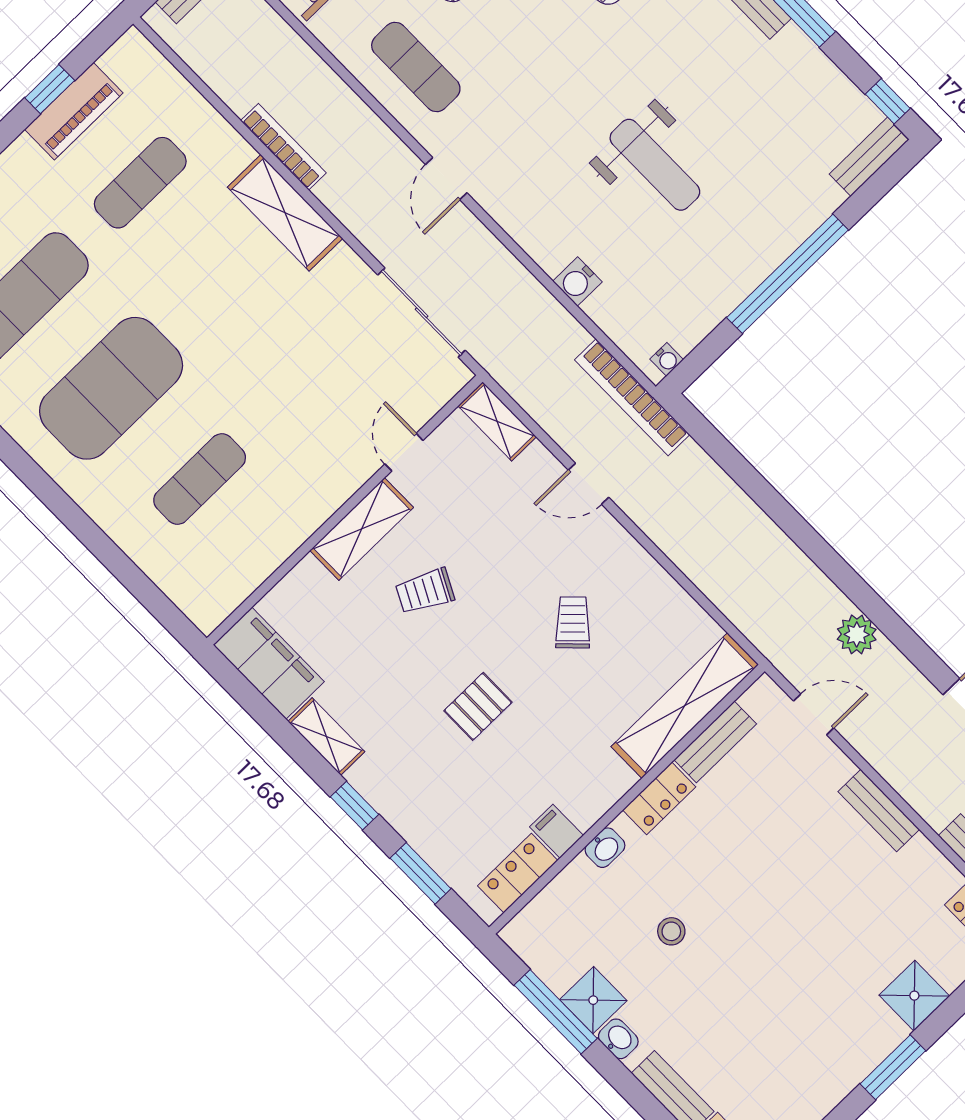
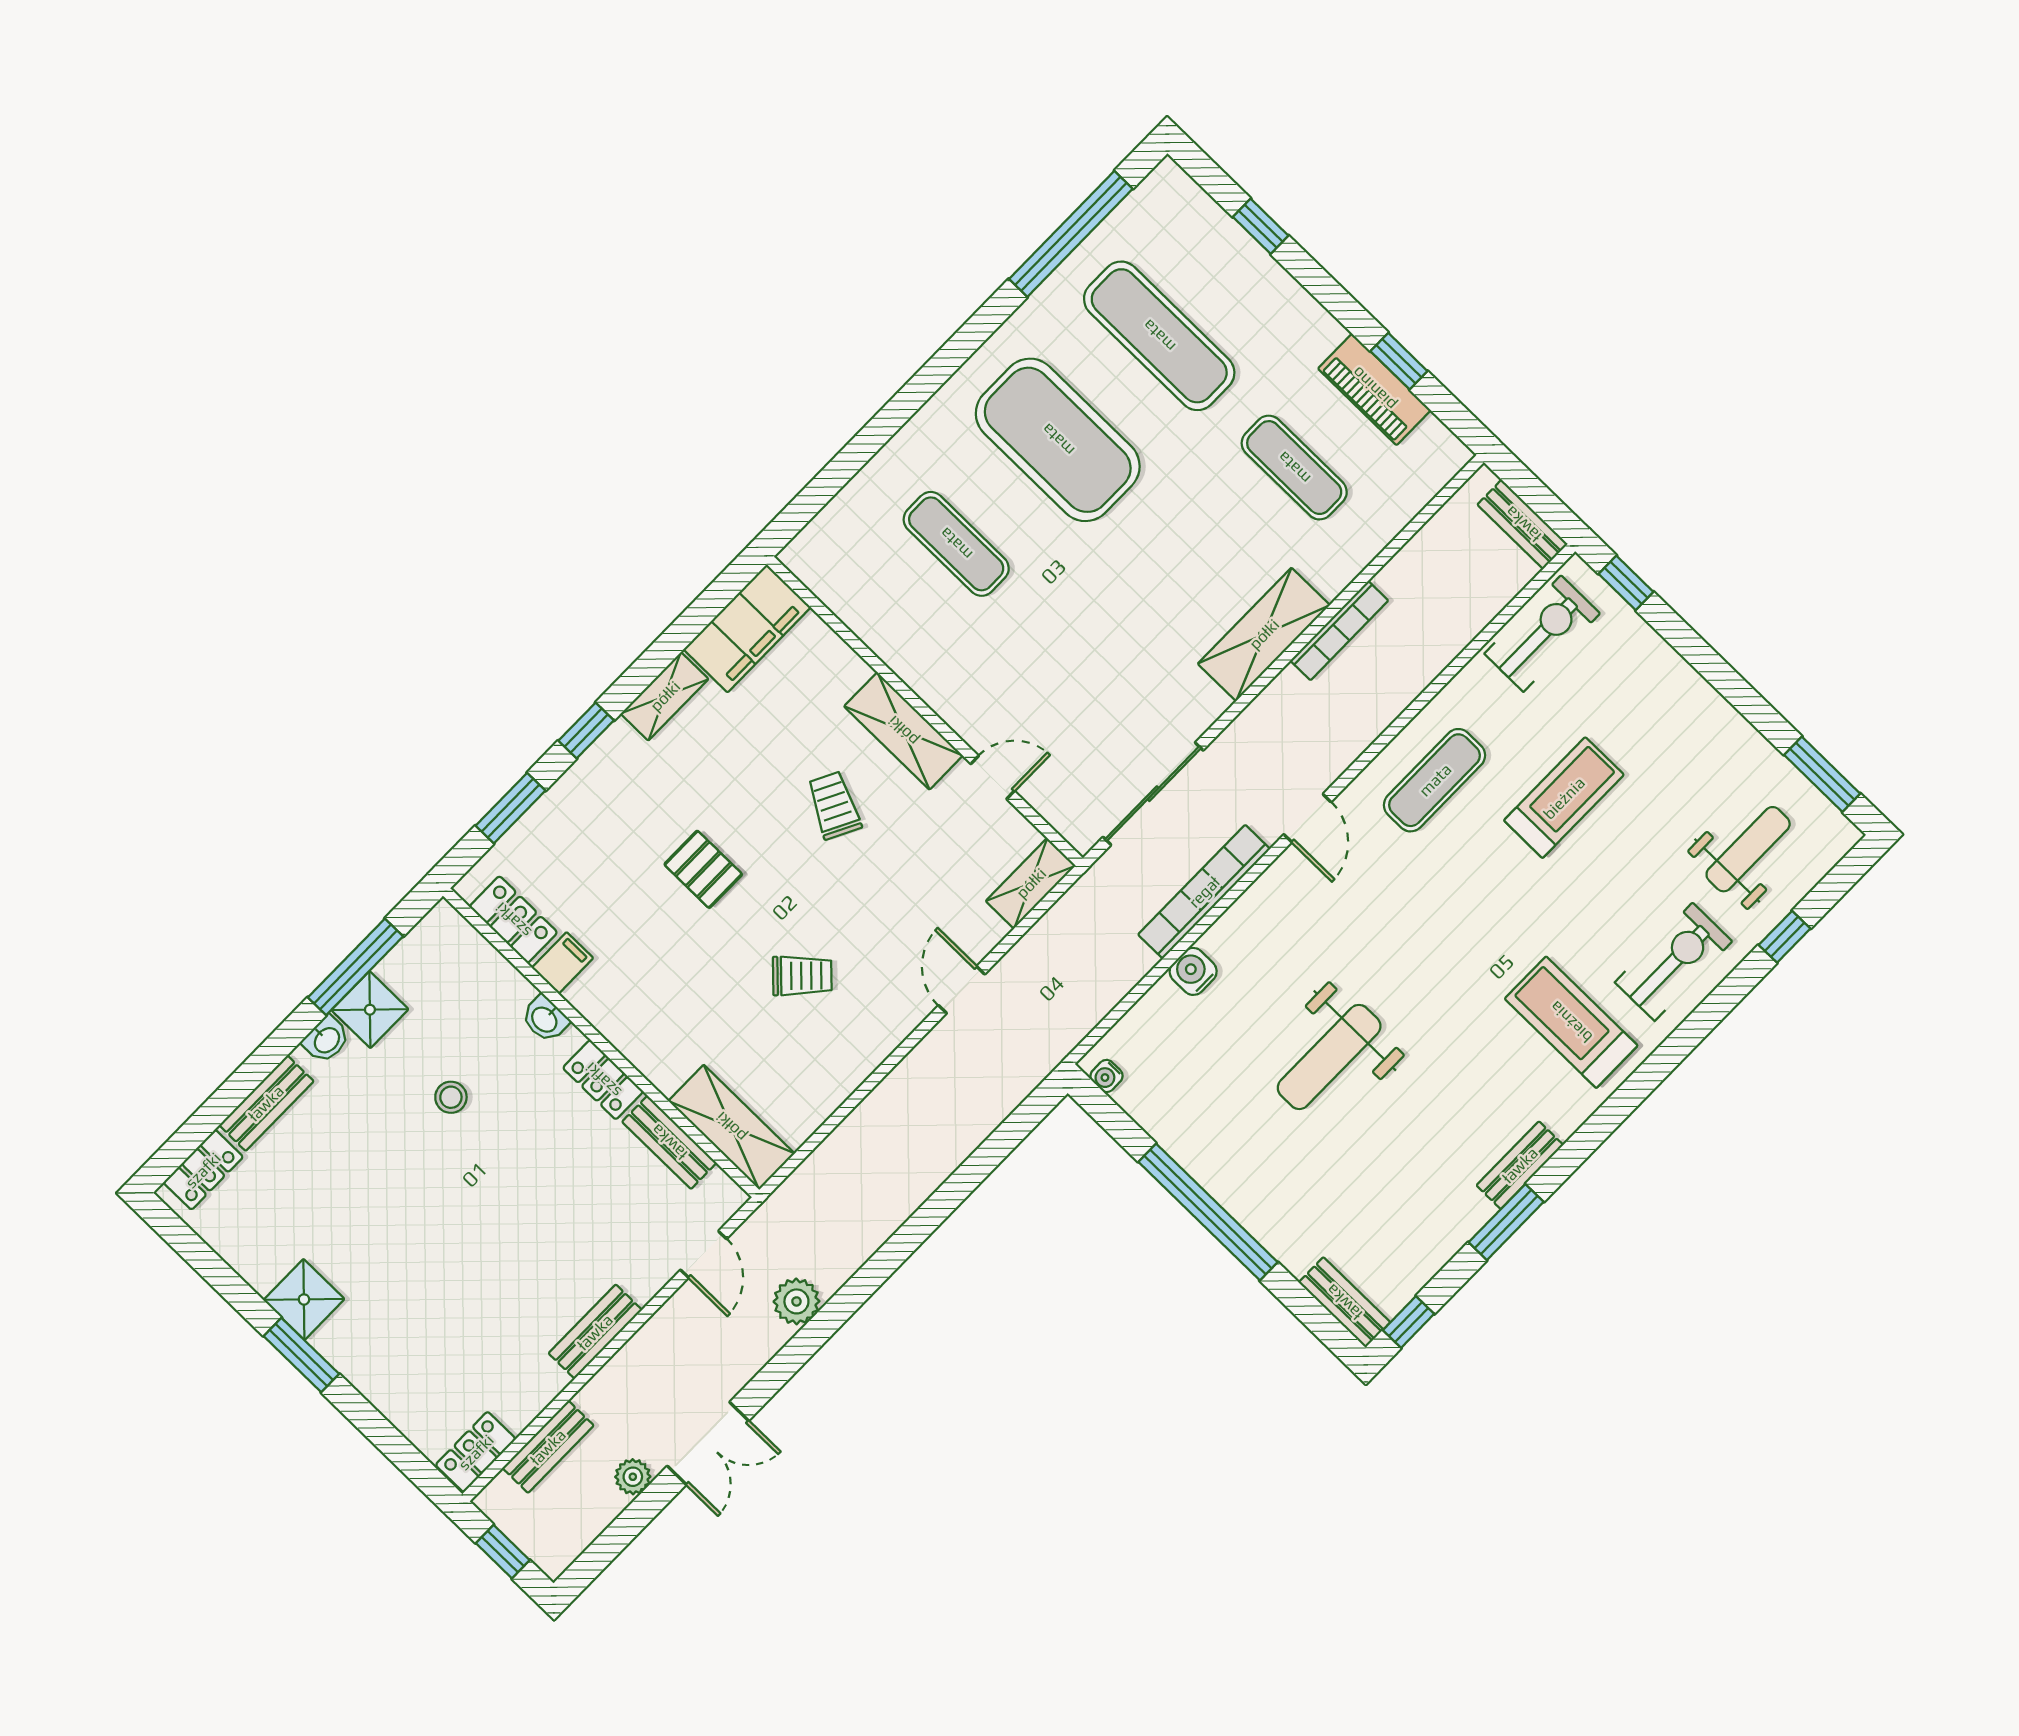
door: (446, 179) -> (1307, 818), swing flipped
bookcase: (632, 397) -> (1204, 892), moved
shelving: (685, 706) -> (731, 1127), width x0.68
shower: (914, 996) -> (304, 1299), moved

